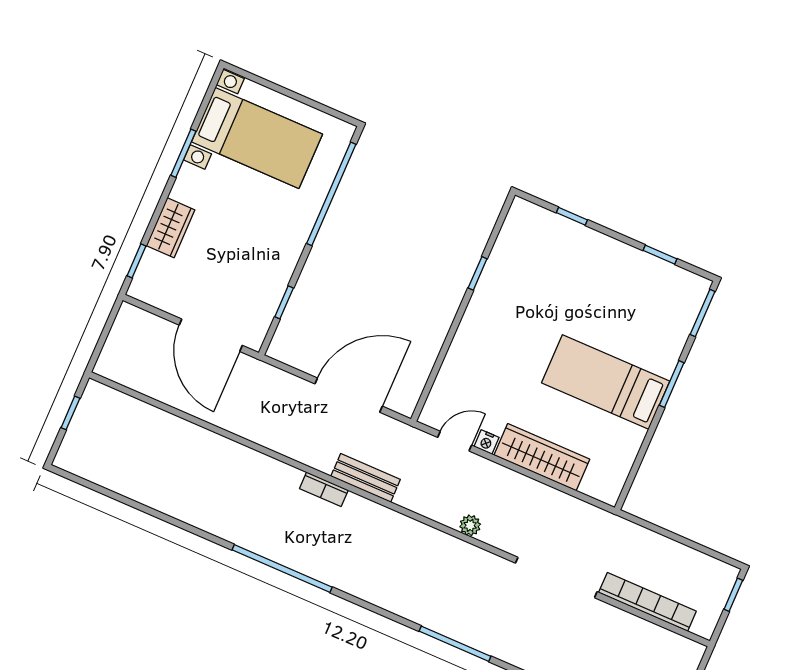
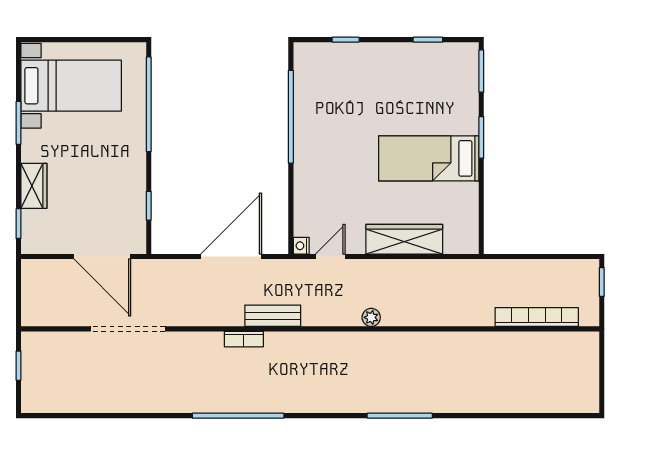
window: (478, 273) -> (291, 117), width x3.17
nightstand: (487, 442) -> (301, 246), moved, turned 90
doorway: (556, 577) -> (128, 329), moved

